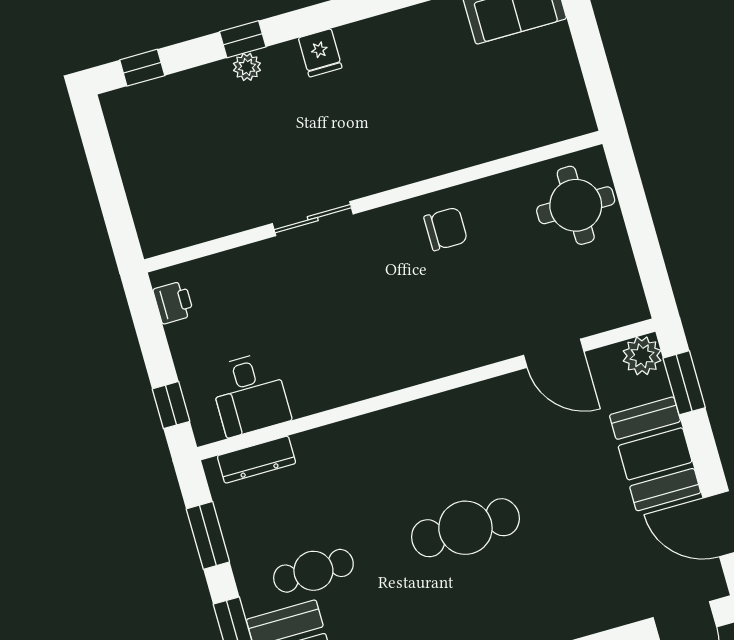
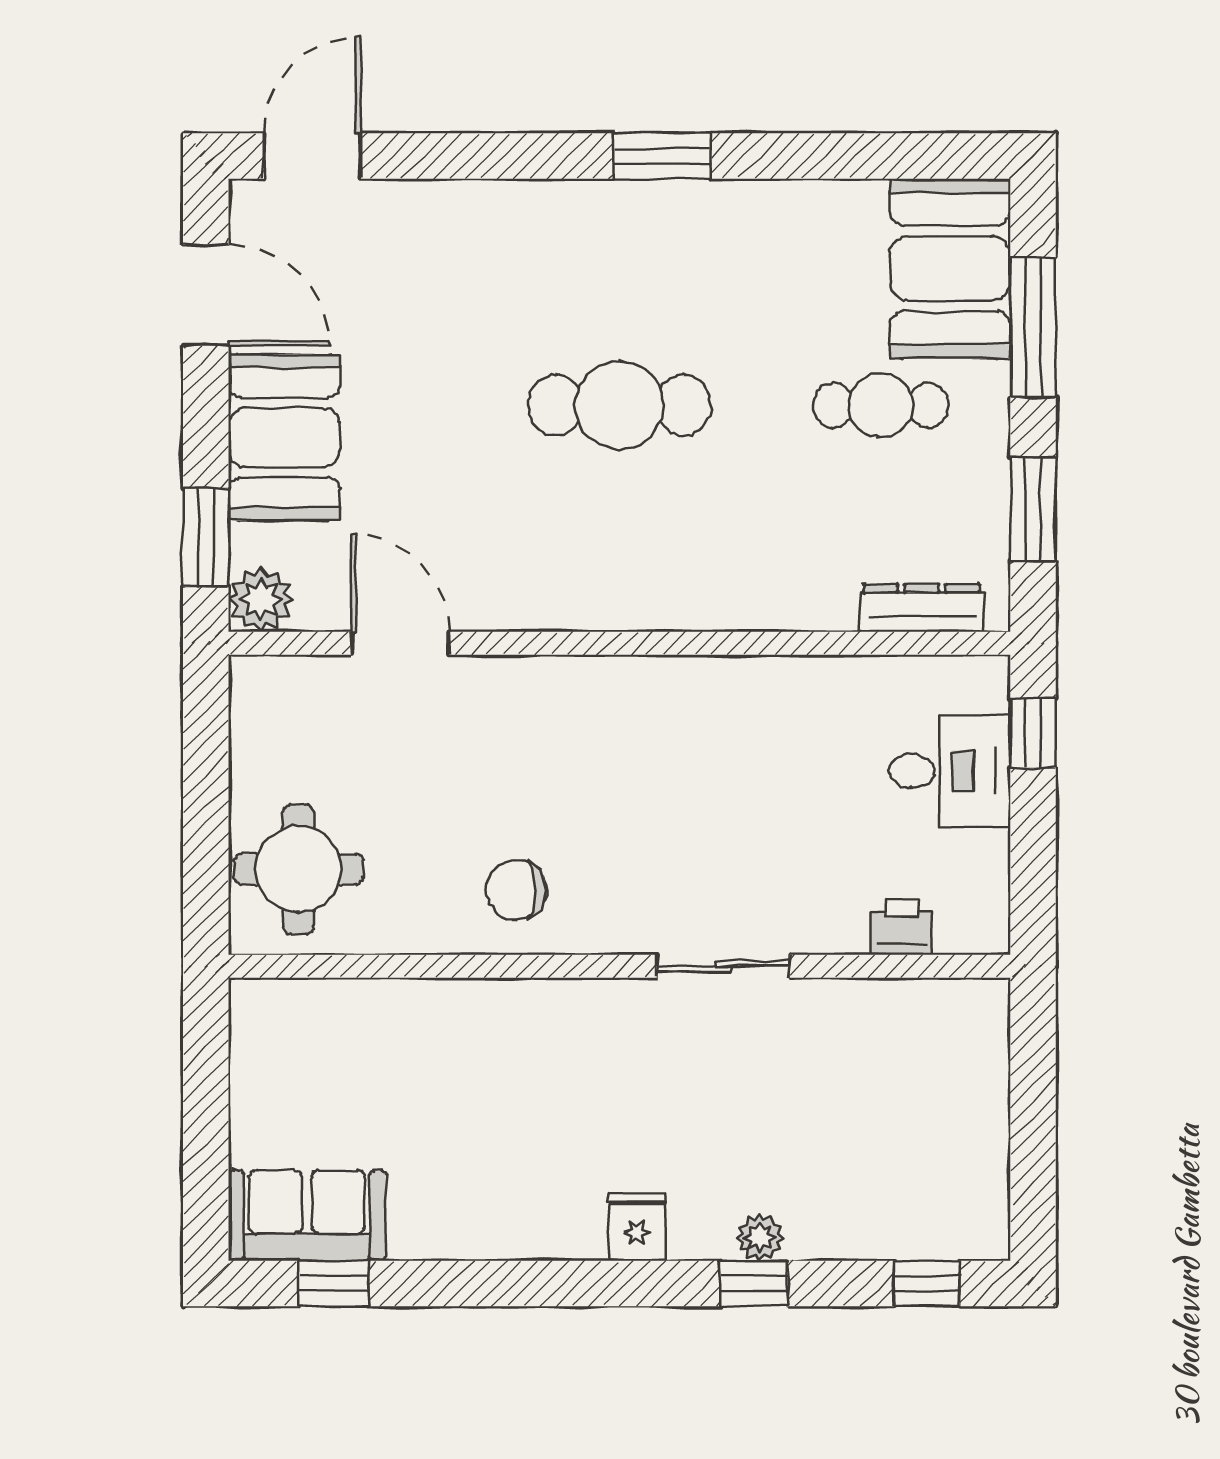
printer: (174, 302) -> (902, 927), moved, turned 90
desk: (250, 394) -> (949, 771), moved, turned 90

